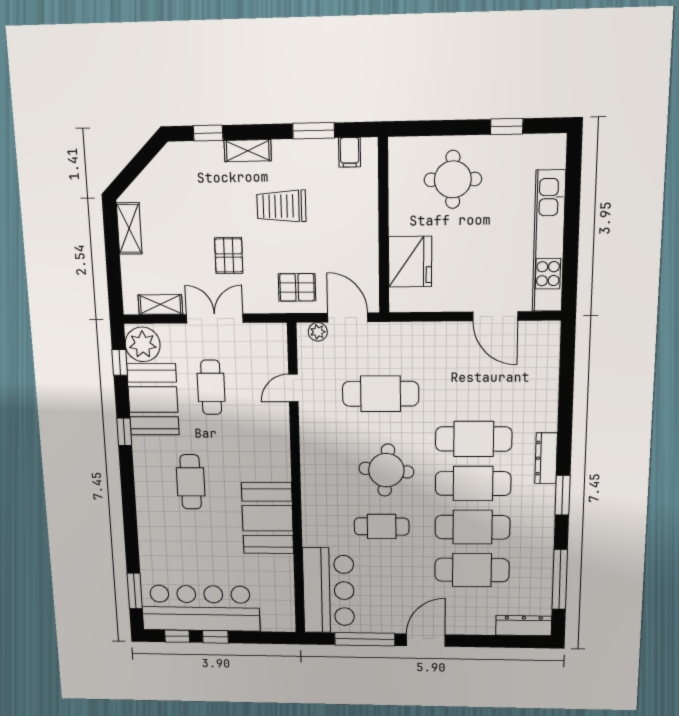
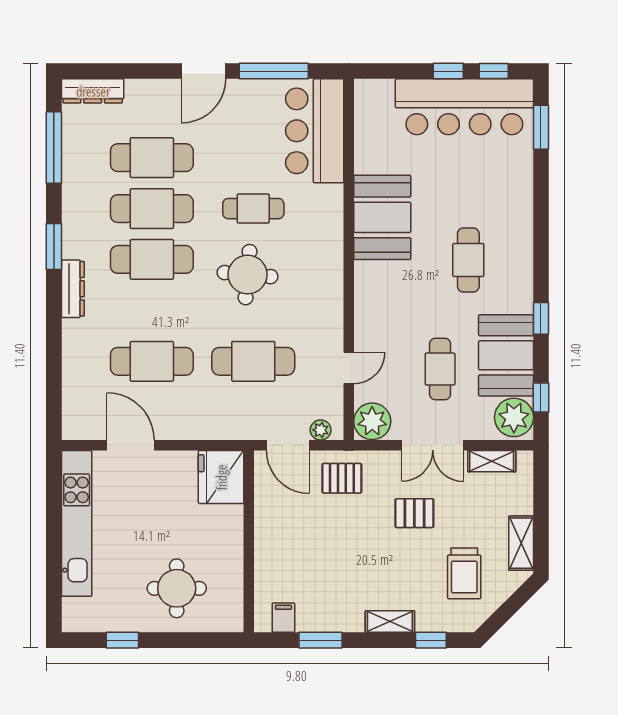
trolley: (281, 206) -> (464, 573), moved, turned 90
pallet: (229, 255) -> (414, 513), turned 90
fridge: (410, 262) -> (221, 477), moved
plant: (271, 340) -> (372, 421), added
cafe table: (474, 439) -> (152, 361), moved

